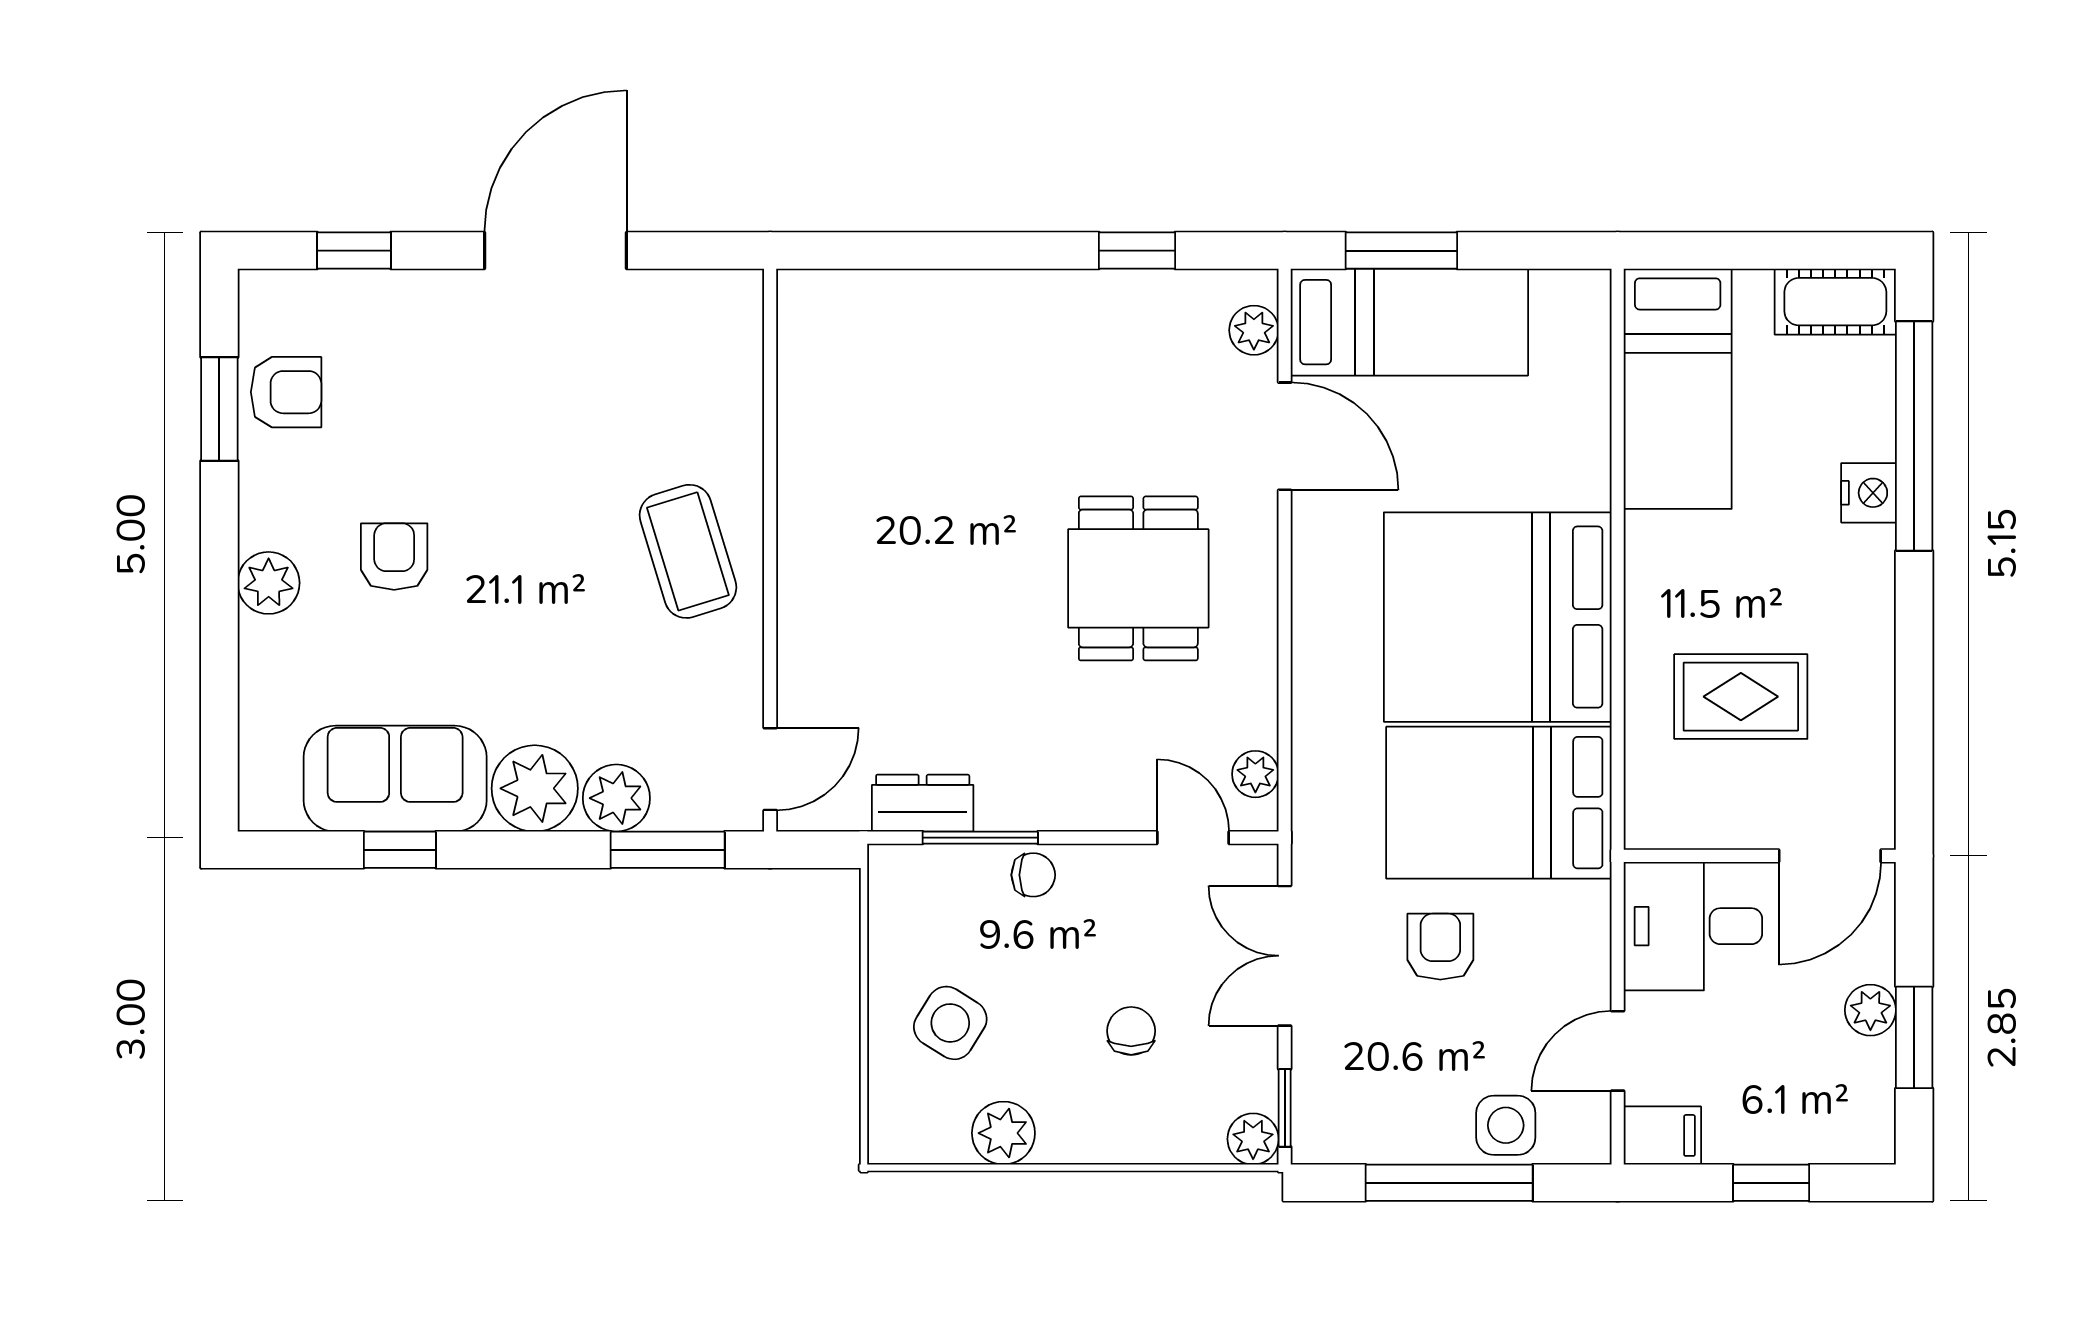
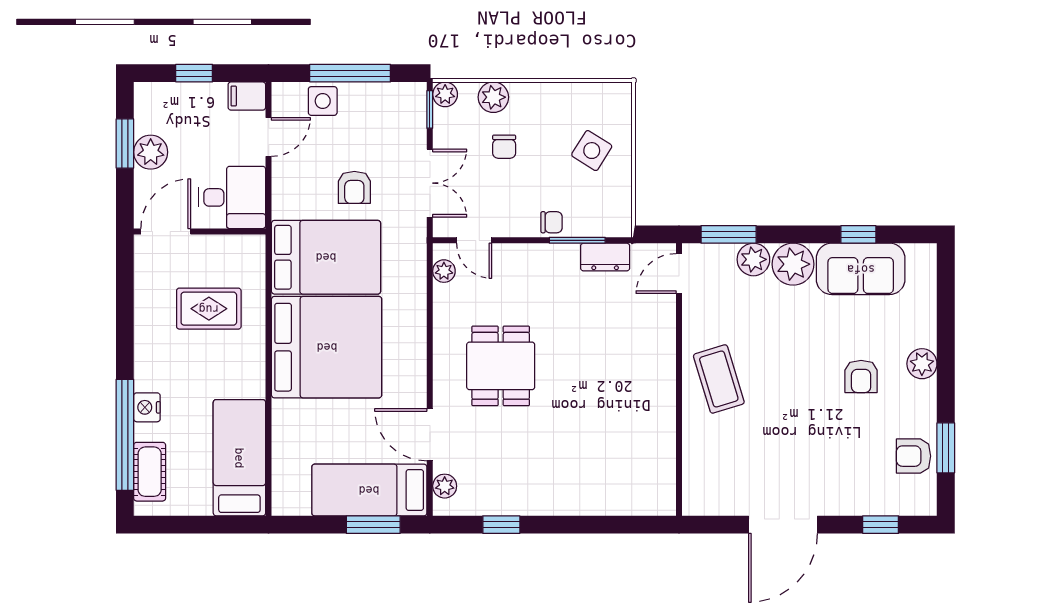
cot: (1835, 302) -> (150, 472), moved, turned 90
chair: (1033, 875) -> (552, 222), turned 180
plant: (1870, 1010) -> (151, 152), width x1.38, depth x1.38
plant: (1003, 1133) -> (493, 97), moved

